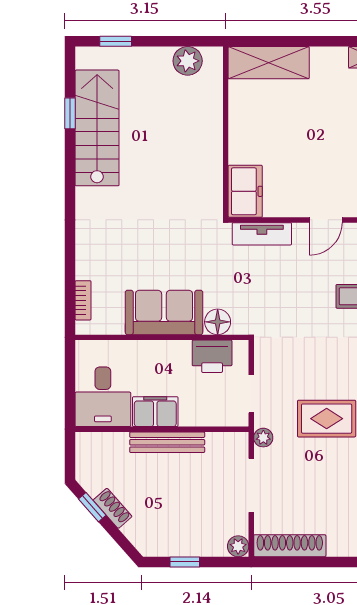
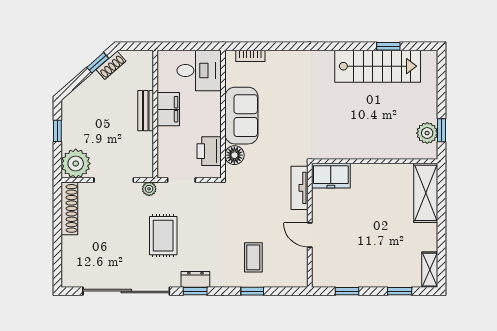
window: (116, 41) -> (442, 130), moved
desk: (103, 397) -> (199, 71), moved, turned 180
bench: (167, 442) -> (146, 111), width x0.73
shoe rack: (113, 508) -> (111, 65), moved
plant: (238, 546) -> (76, 164), width x1.87, depth x1.87

